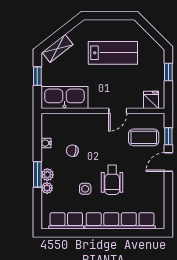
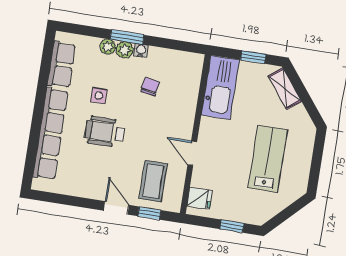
lab bench: (113, 53) -> (268, 159), turned 180
water cooler: (46, 143) -> (141, 51), moved

